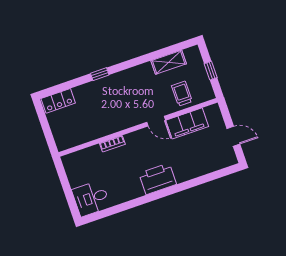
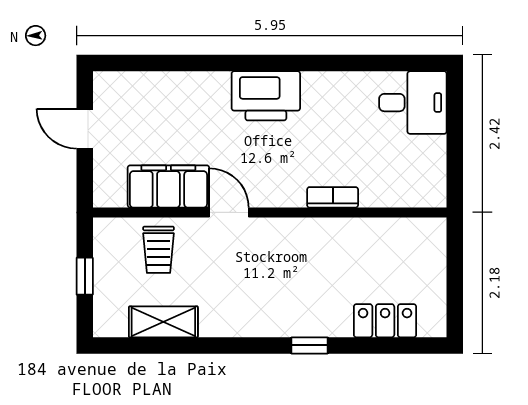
locker: (58, 101) -> (385, 321), moved

